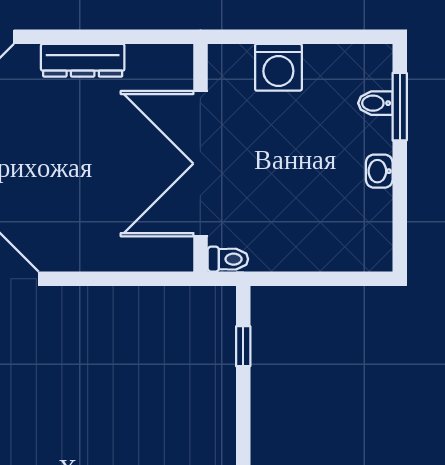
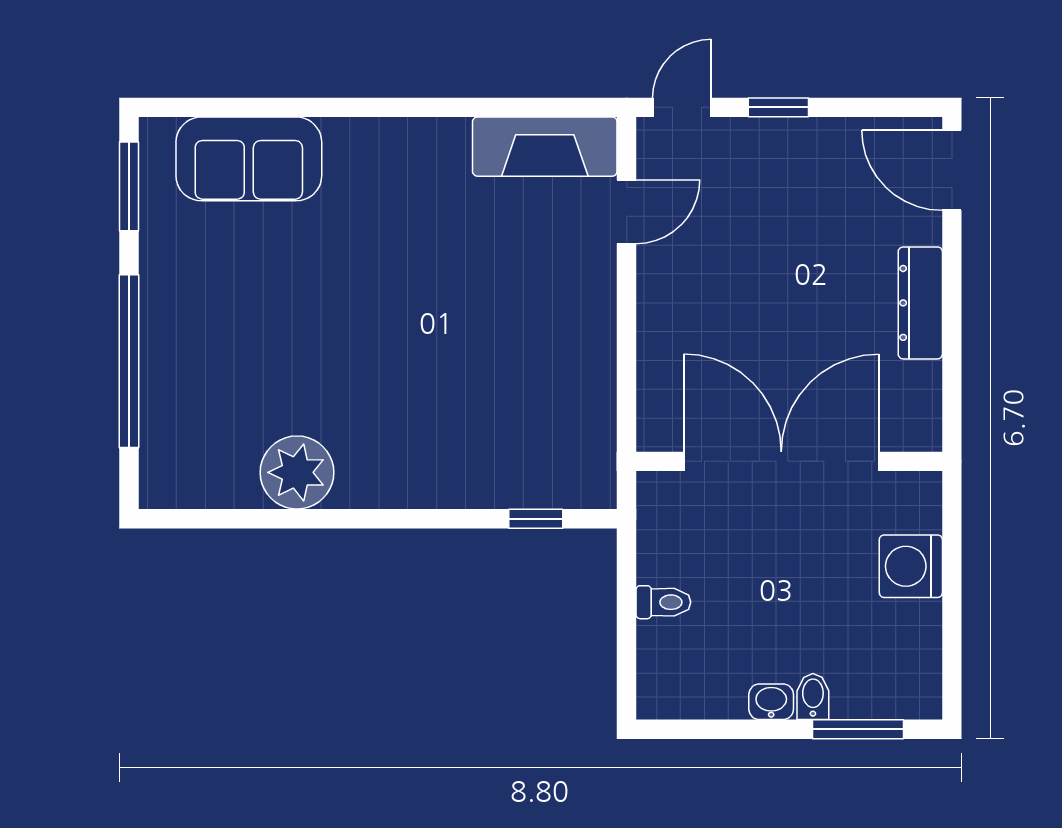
bidet: (375, 103) -> (813, 696), moved
toilet: (228, 259) -> (663, 602), moved, turned -90

